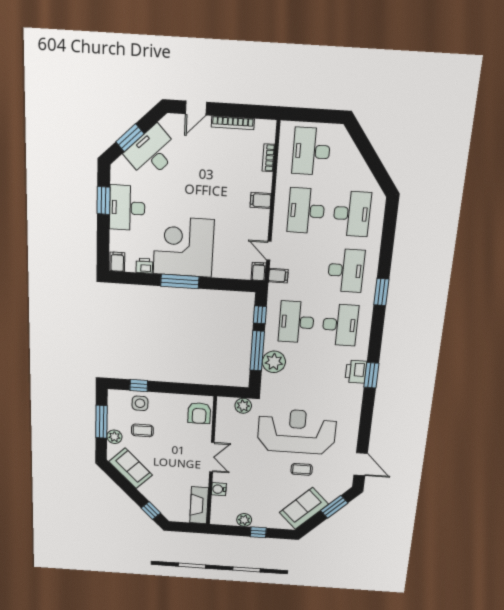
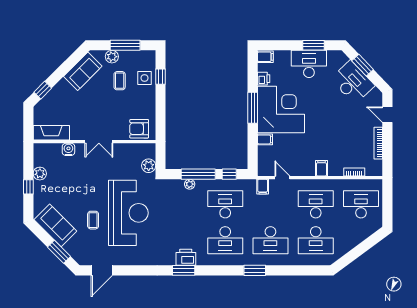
door: (269, 251) -> (282, 178), hinge flipped
filing cabinet: (259, 271) -> (265, 139), moved
plant: (274, 362) -> (190, 184), width x0.53, depth x0.53

